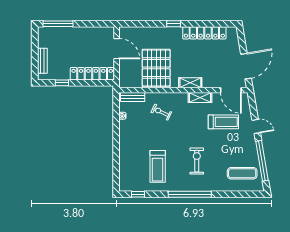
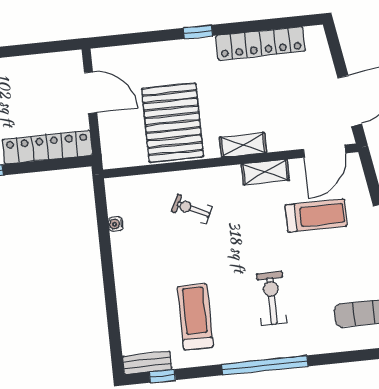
door: (231, 90) -> (325, 151), hinge flipped
bench: (133, 97) -> (147, 363), moved
treadmill: (158, 166) -> (195, 317), turned 180

